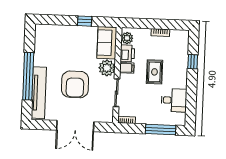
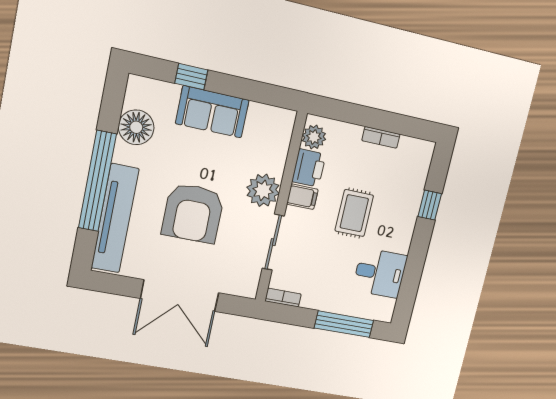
window: (85, 21) -> (191, 77), moved
sofa: (107, 43) -> (212, 112), moved, turned -90
floor lamp: (42, 48) -> (136, 127), added

